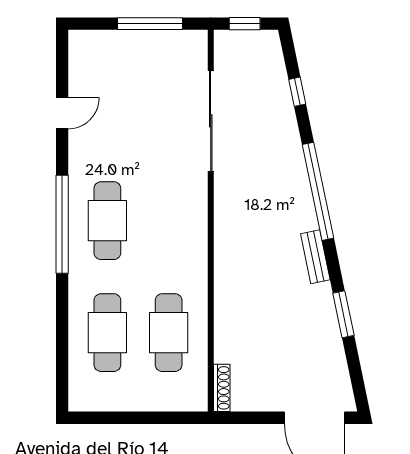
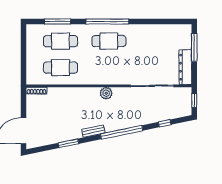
window: (150, 24) -> (194, 47), moved
dresser: (168, 44) -> (185, 67), added
door: (62, 113) -> (155, 22), removed
plant: (228, 227) -> (106, 93), added
window: (62, 339) -> (58, 22), added

